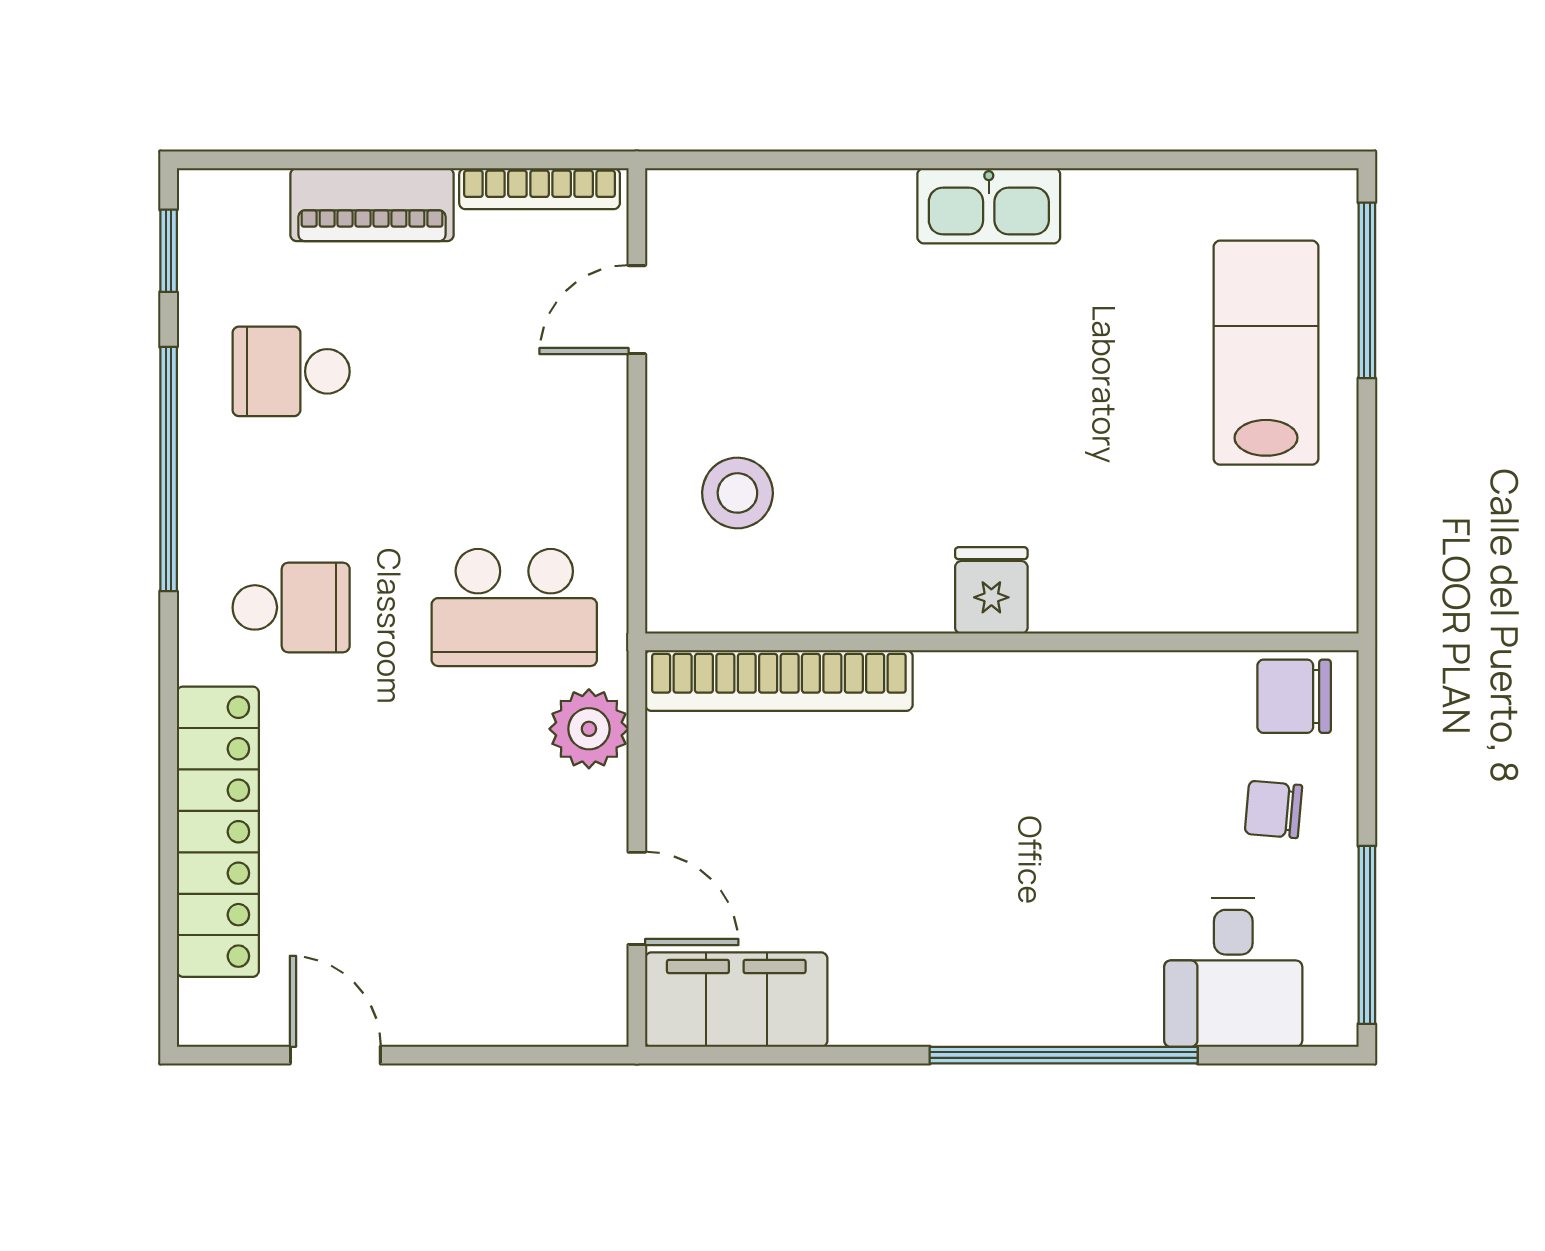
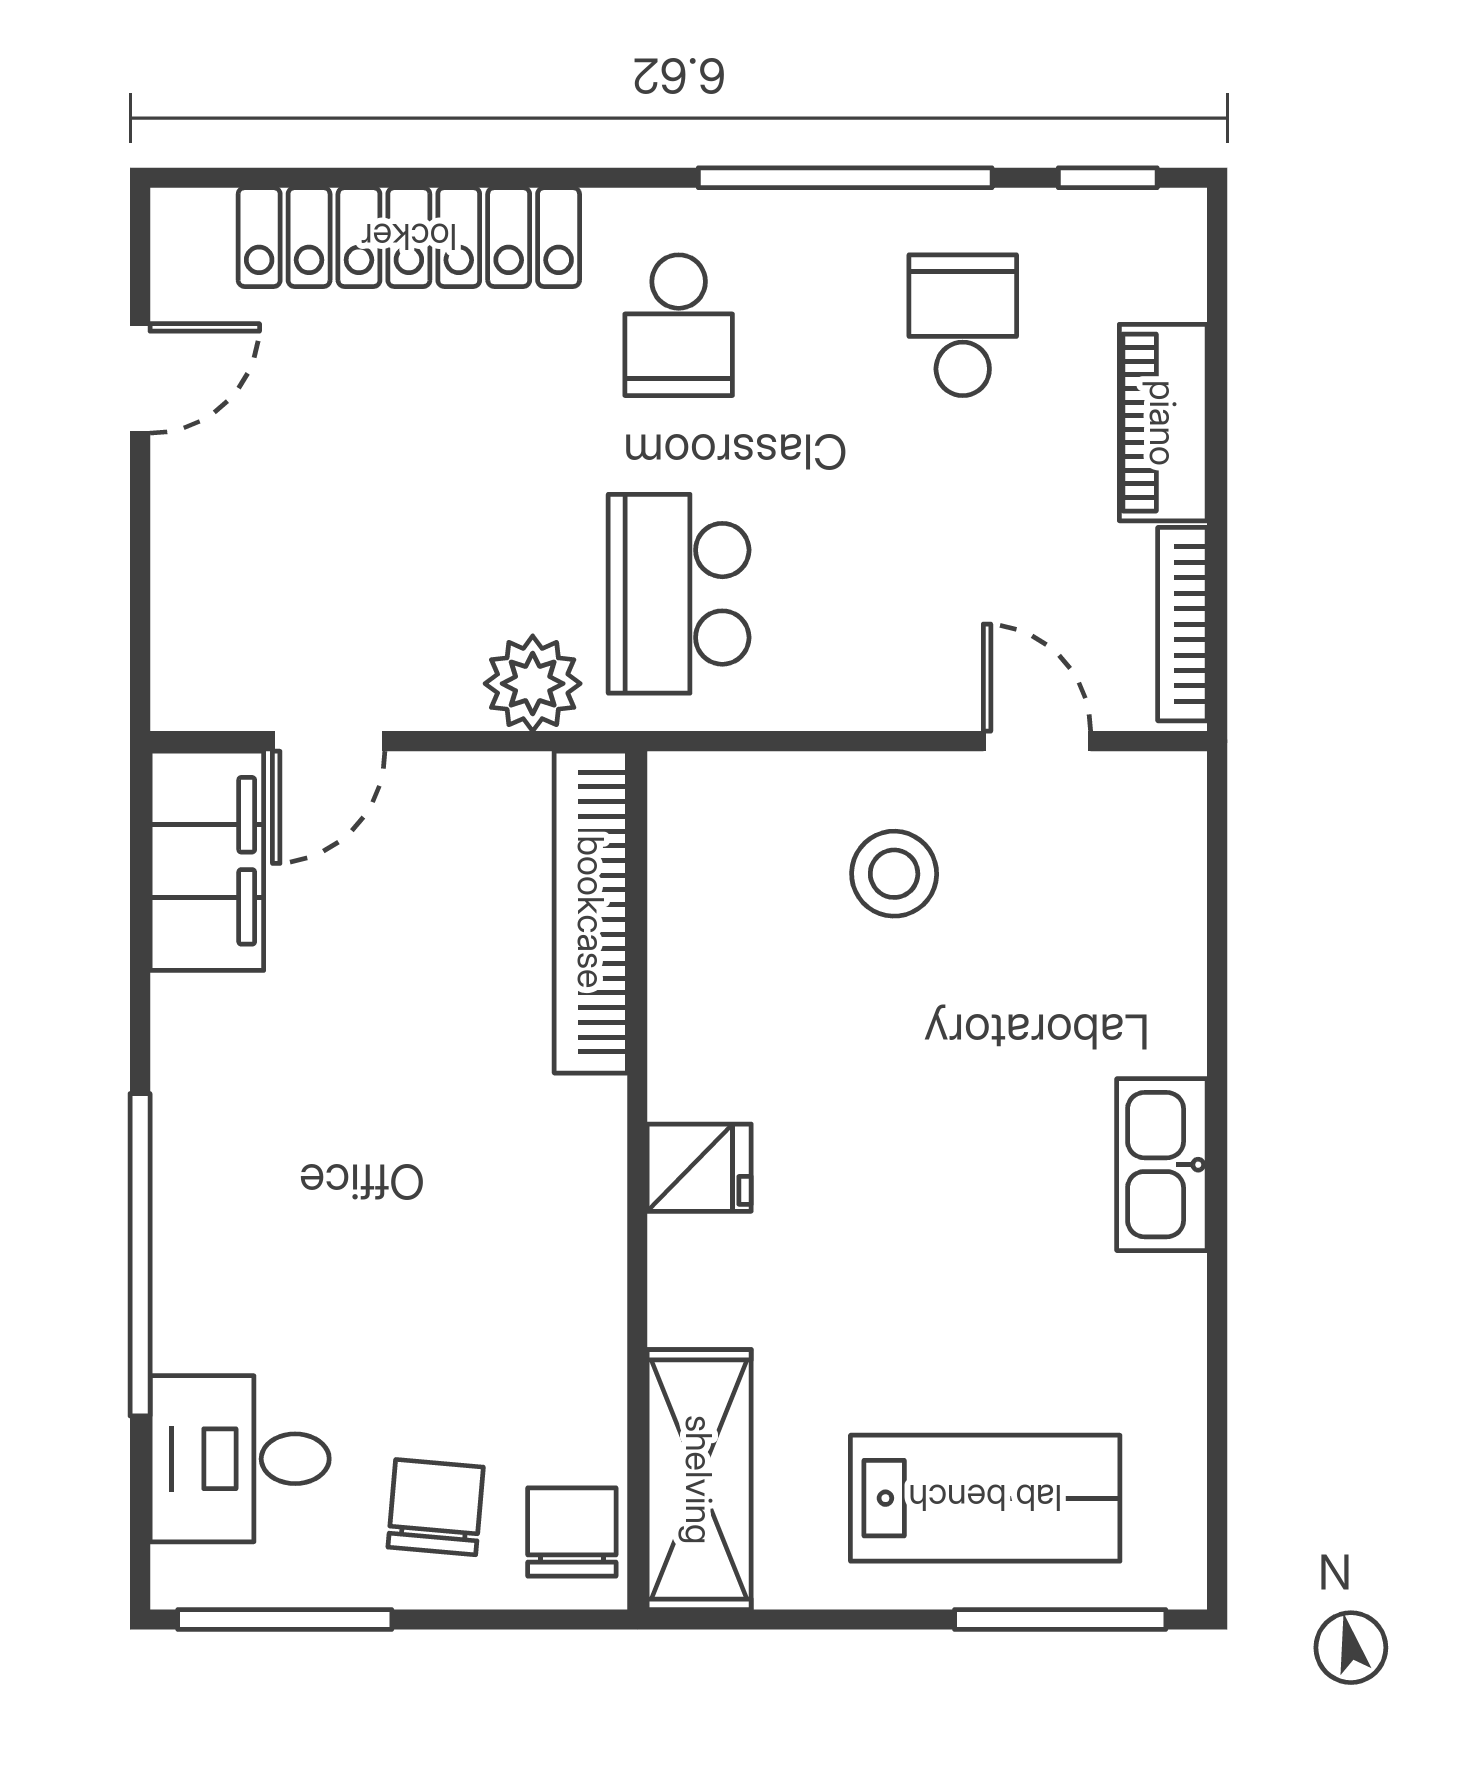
stool: (737, 493) -> (894, 874), moved
shelving: (1251, 590) -> (699, 1480), added
chair: (1273, 809) -> (436, 1507), width x1.37, depth x1.37

